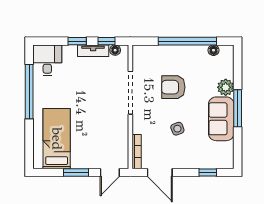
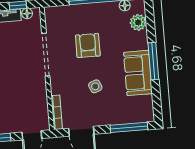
armchair: (173, 87) -> (88, 45), turned 90
plant: (226, 87) -> (138, 22), moved
window: (208, 172) -> (129, 127), width x2.17

